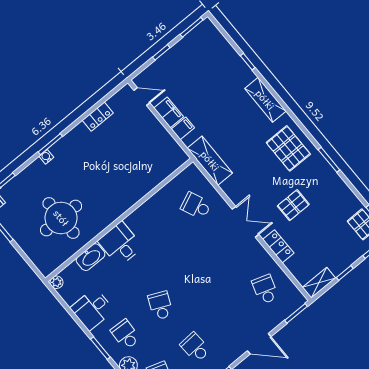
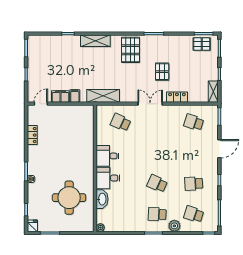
pallet: (288, 148) -> (130, 50), turned 90
school desk: (196, 206) -> (121, 122), turned 48
desk: (92, 309) -> (107, 156), moved, turned 90

